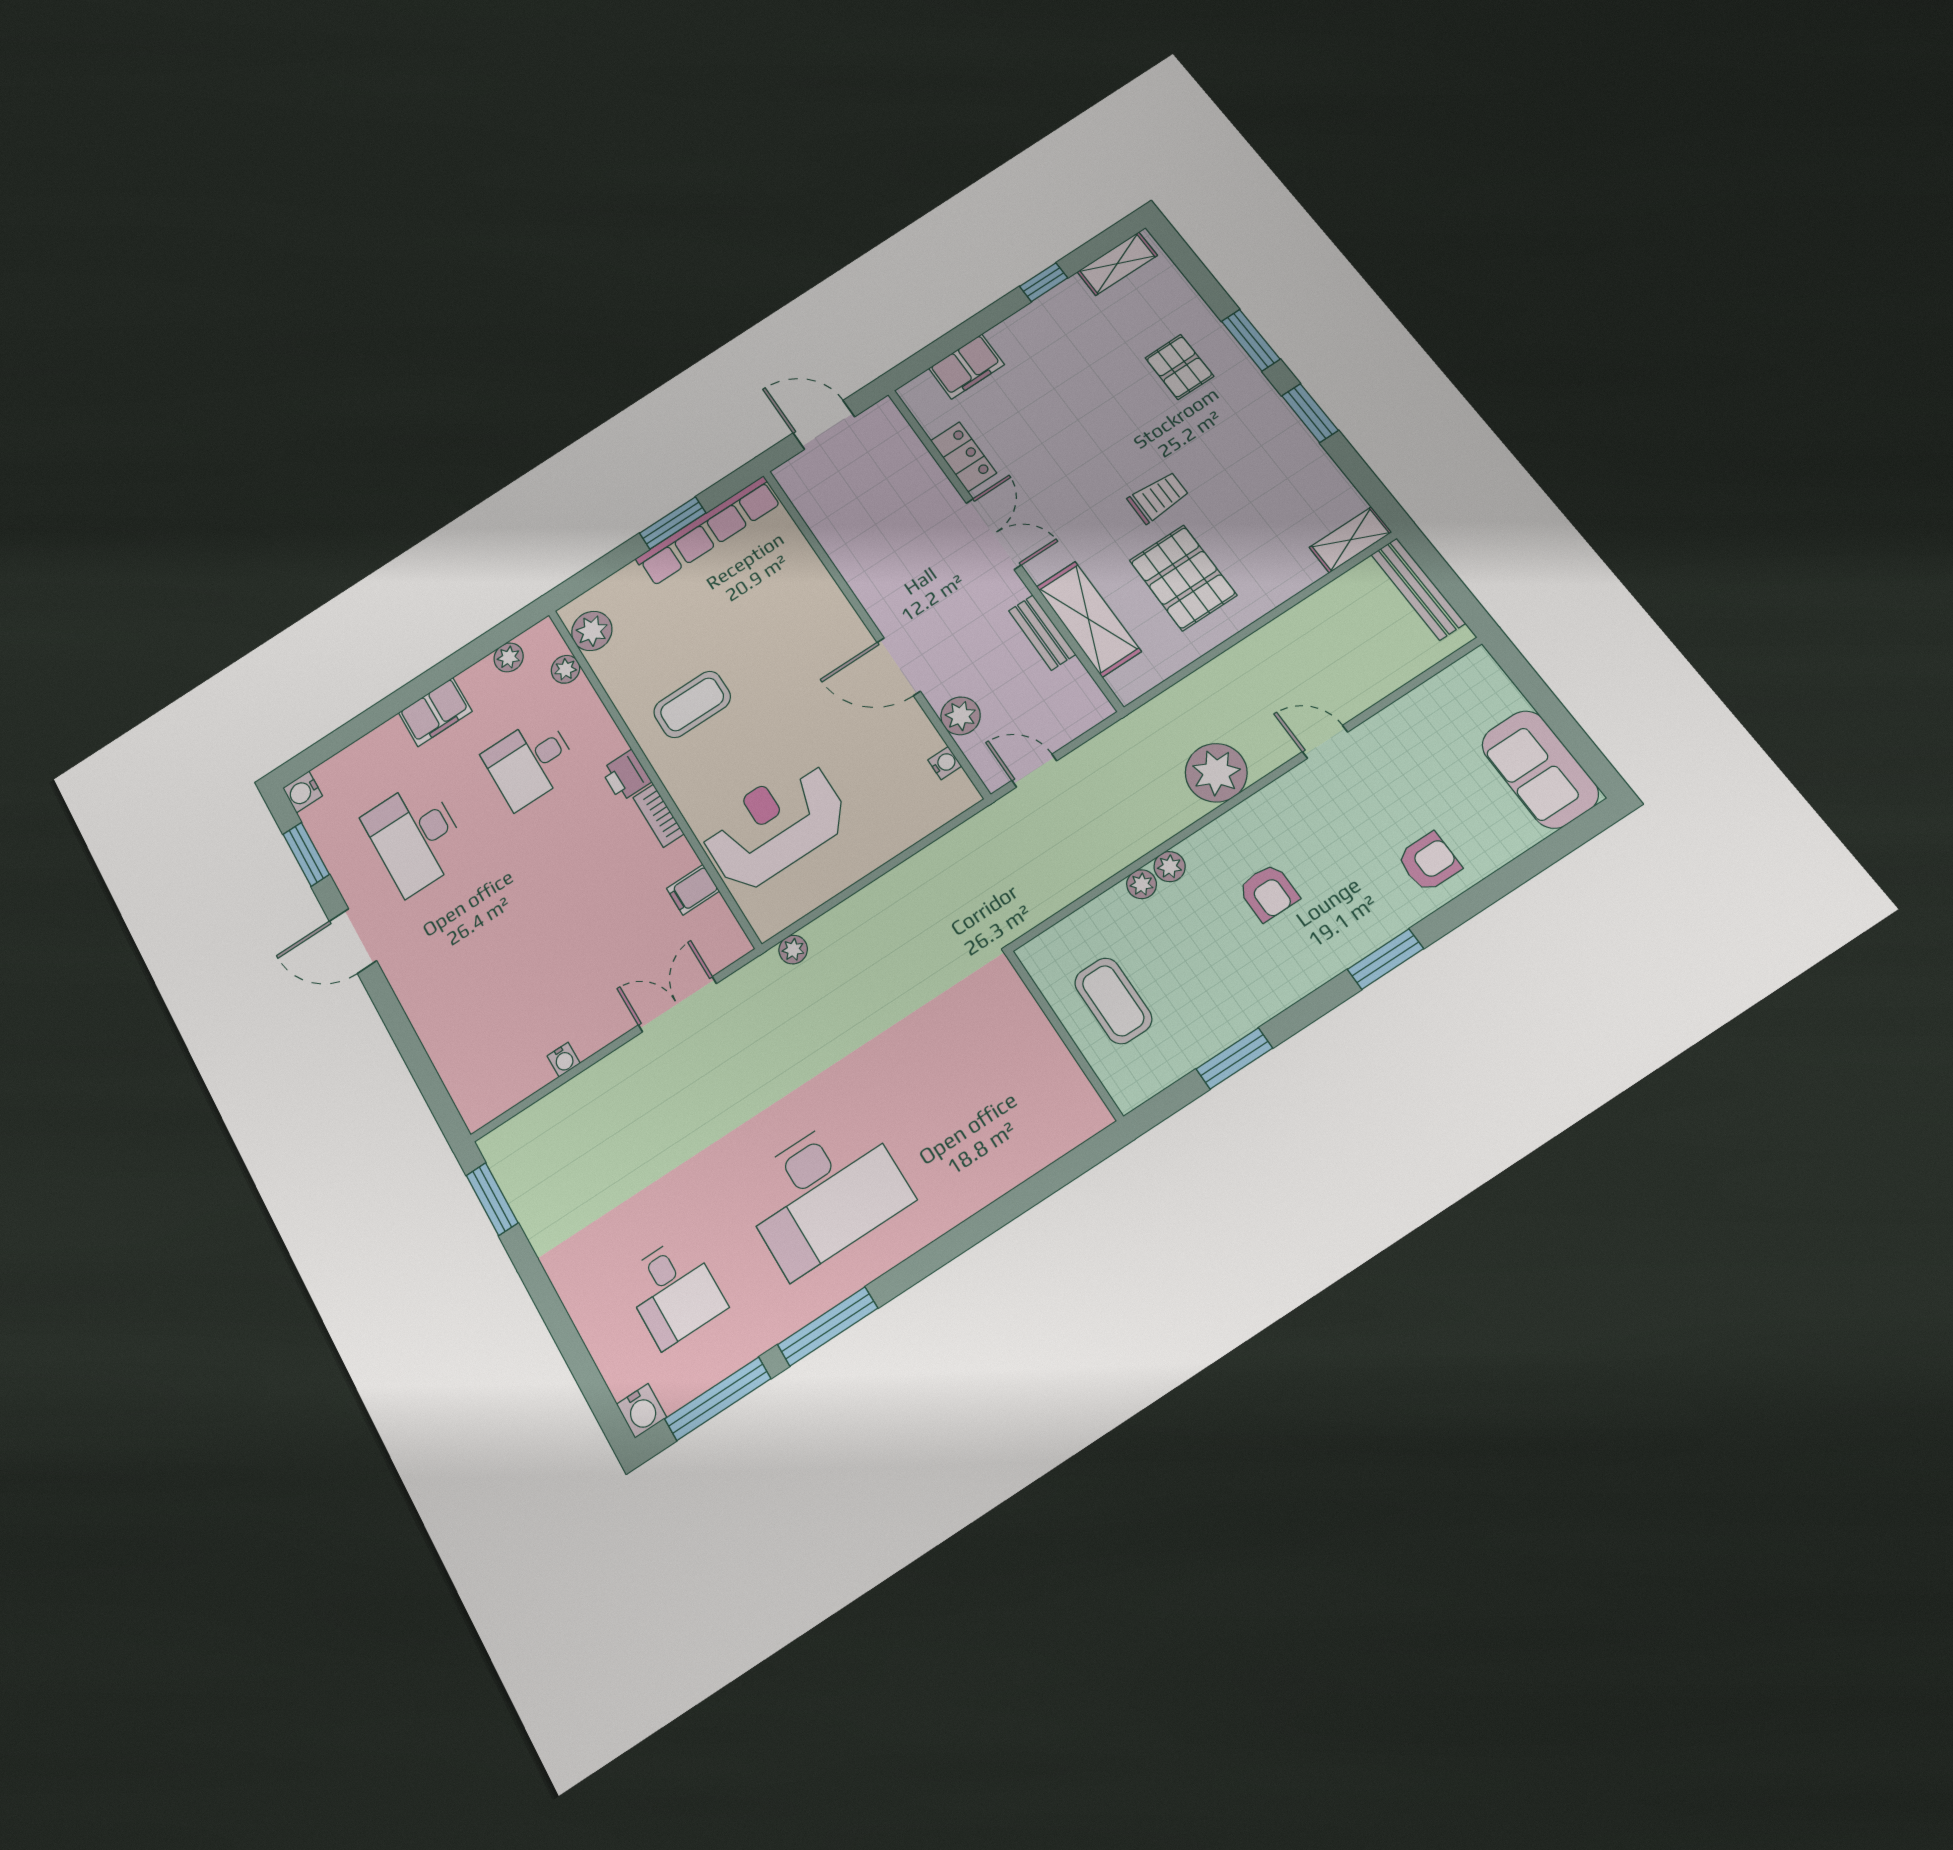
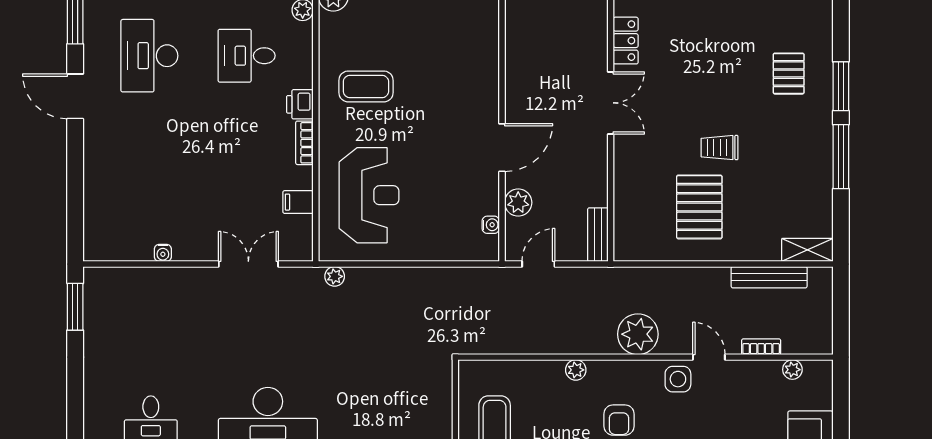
window: (1310, 413) -> (841, 157), width x1.44
trolley: (1158, 497) -> (720, 148), turned 180
bench: (1418, 589) -> (769, 277), moved, turned 90
shelving: (1088, 619) -> (629, 194), removed
bench: (1042, 632) -> (598, 235), moved
door: (899, 667) -> (502, 148), swing flipped
bookcase: (1381, 687) -> (761, 347), added
door: (1034, 771) -> (538, 264), hinge flipped
side table: (1306, 794) -> (678, 379), added
reception desk: (774, 825) -> (369, 195), turned 90
plant: (1142, 884) -> (792, 370), moved

